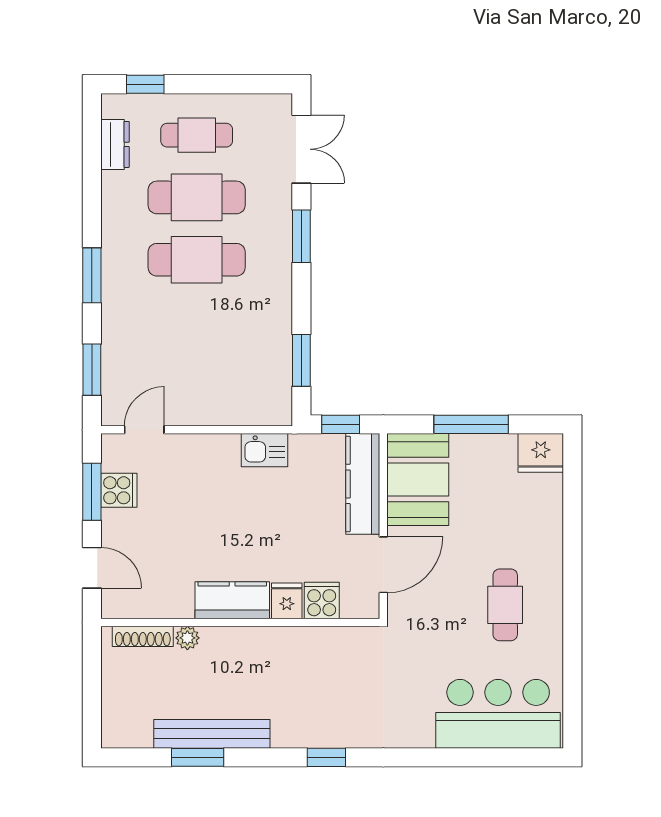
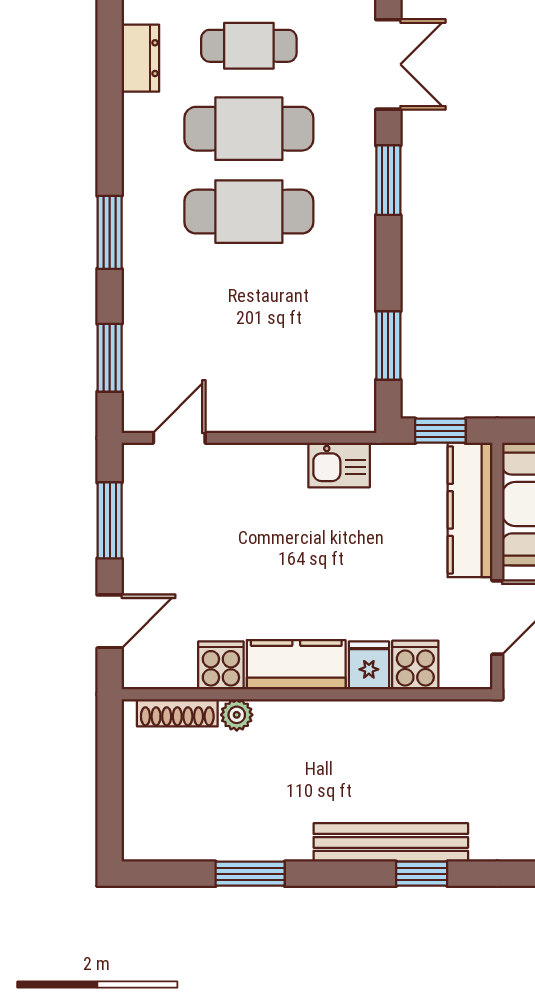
cooker: (119, 490) -> (221, 665), moved, turned -90
door: (92, 568) -> (110, 621), hinge flipped
bench: (212, 734) -> (391, 842), moved

